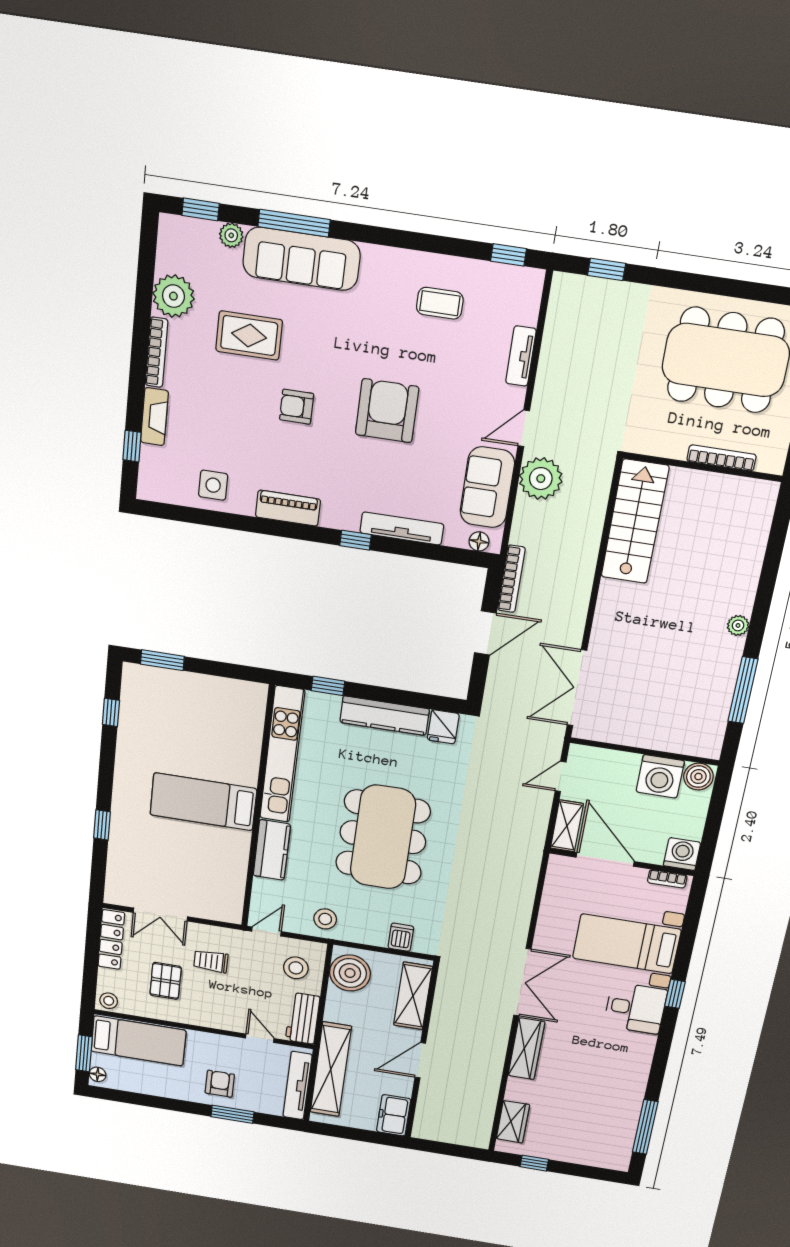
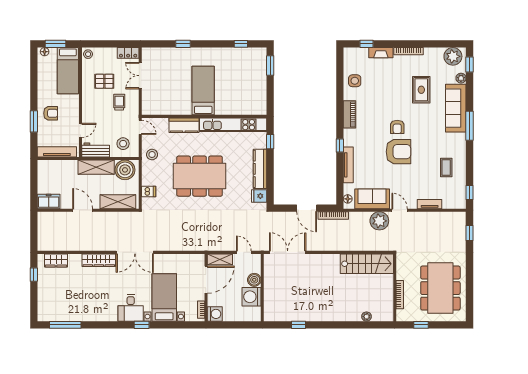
window: (294, 223) -> (470, 126), moved
plant: (173, 296) -> (453, 56), moved
armchair: (297, 407) -> (397, 127), moved, turned 180
plant: (738, 625) -> (367, 317), moved
window: (743, 690) -> (298, 325), width x0.46
boiler: (698, 777) -> (254, 280), moved
locker: (111, 940) -> (128, 53), width x0.66
shelving: (331, 1069) -> (96, 167), moved, width x0.68

